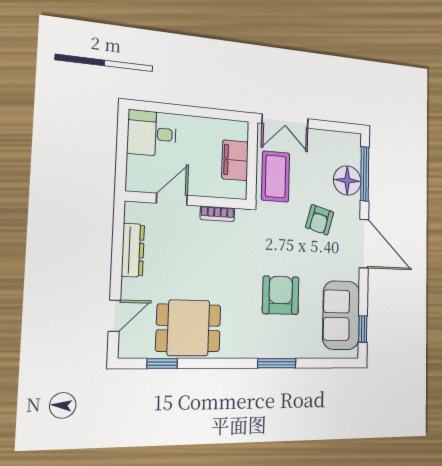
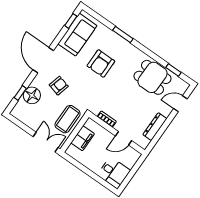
window: (365, 174) -> (20, 93), width x0.46

